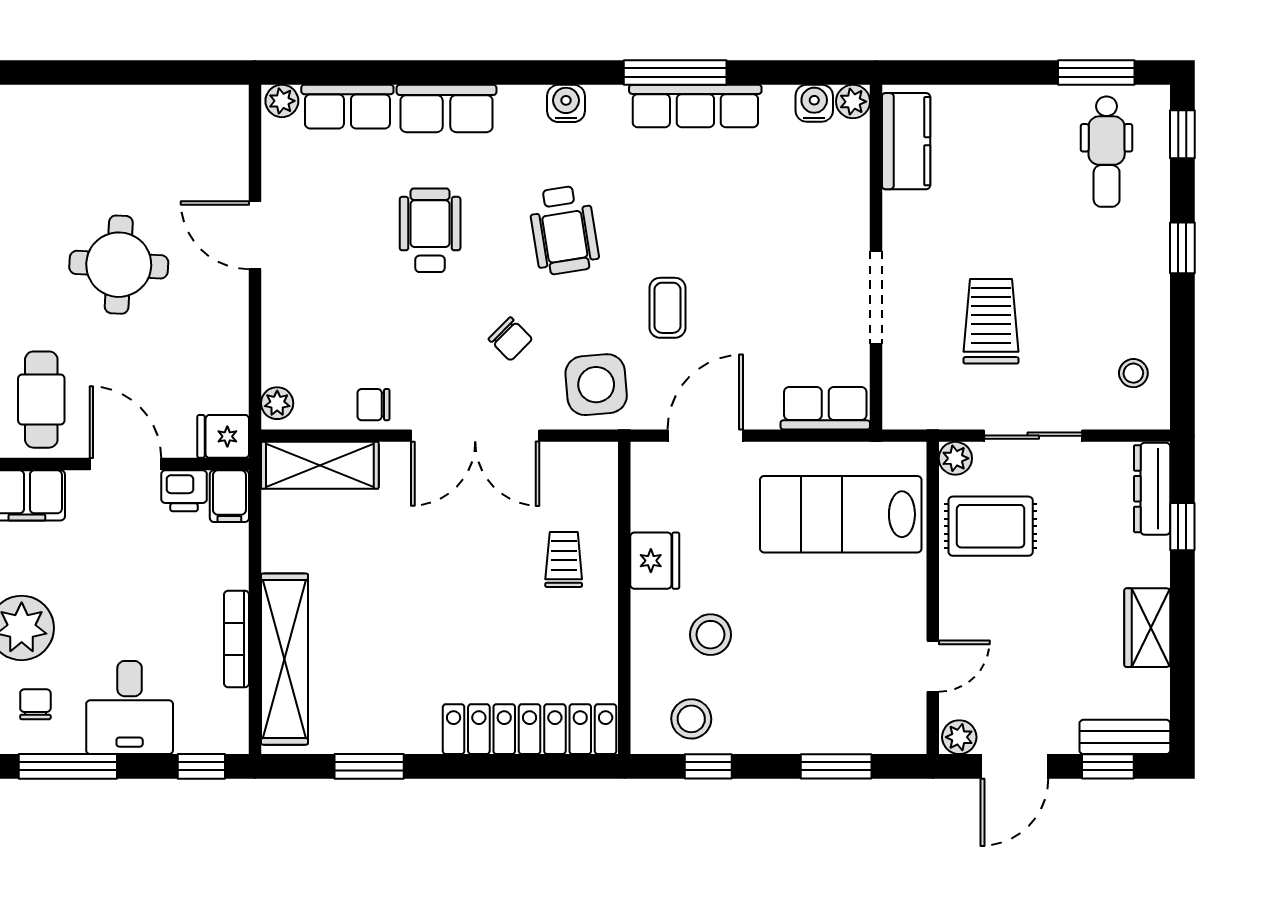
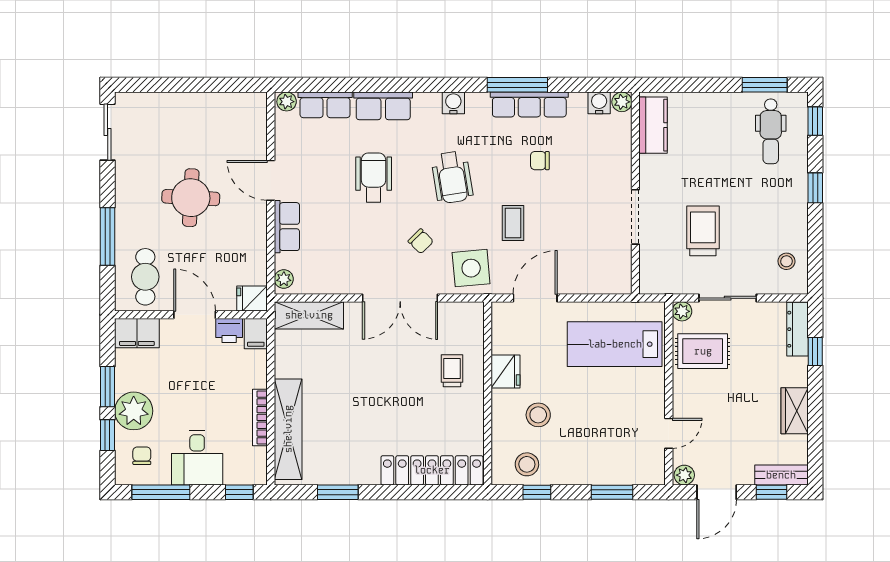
chair: (373, 405) -> (540, 161), moved
row of seats: (825, 408) -> (287, 227), moved, turned 90

